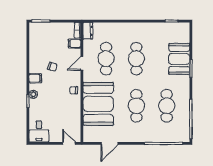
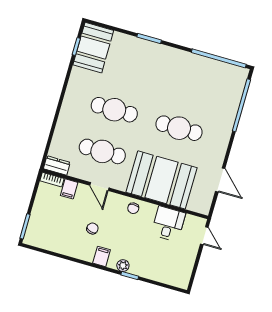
booth: (179, 59) -> (93, 48), moved, turned 90
cafe table: (167, 106) -> (191, 86), removed
desk: (39, 131) -> (168, 224), moved, turned -90
door: (69, 143) -> (204, 236), swing flipped

